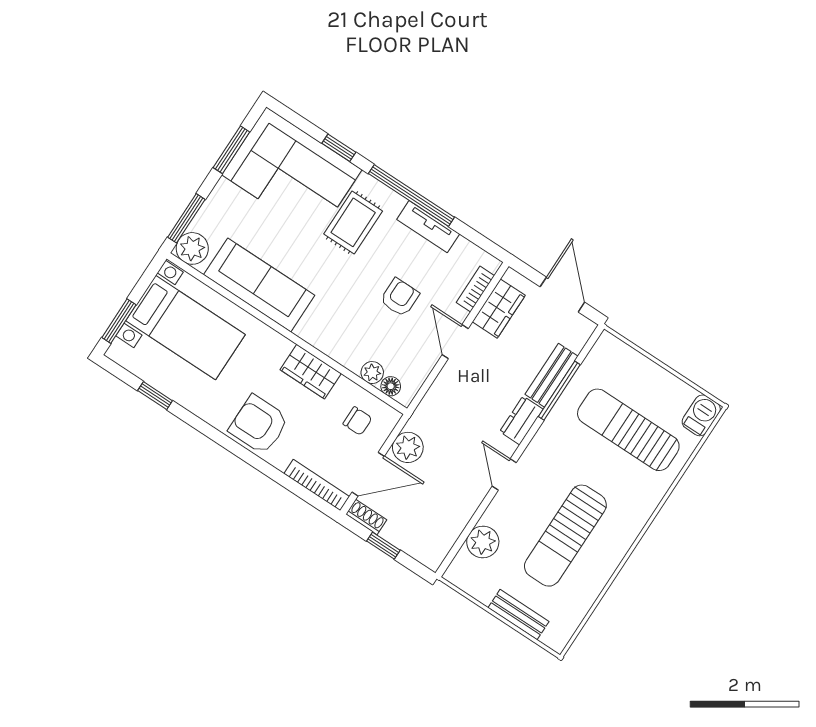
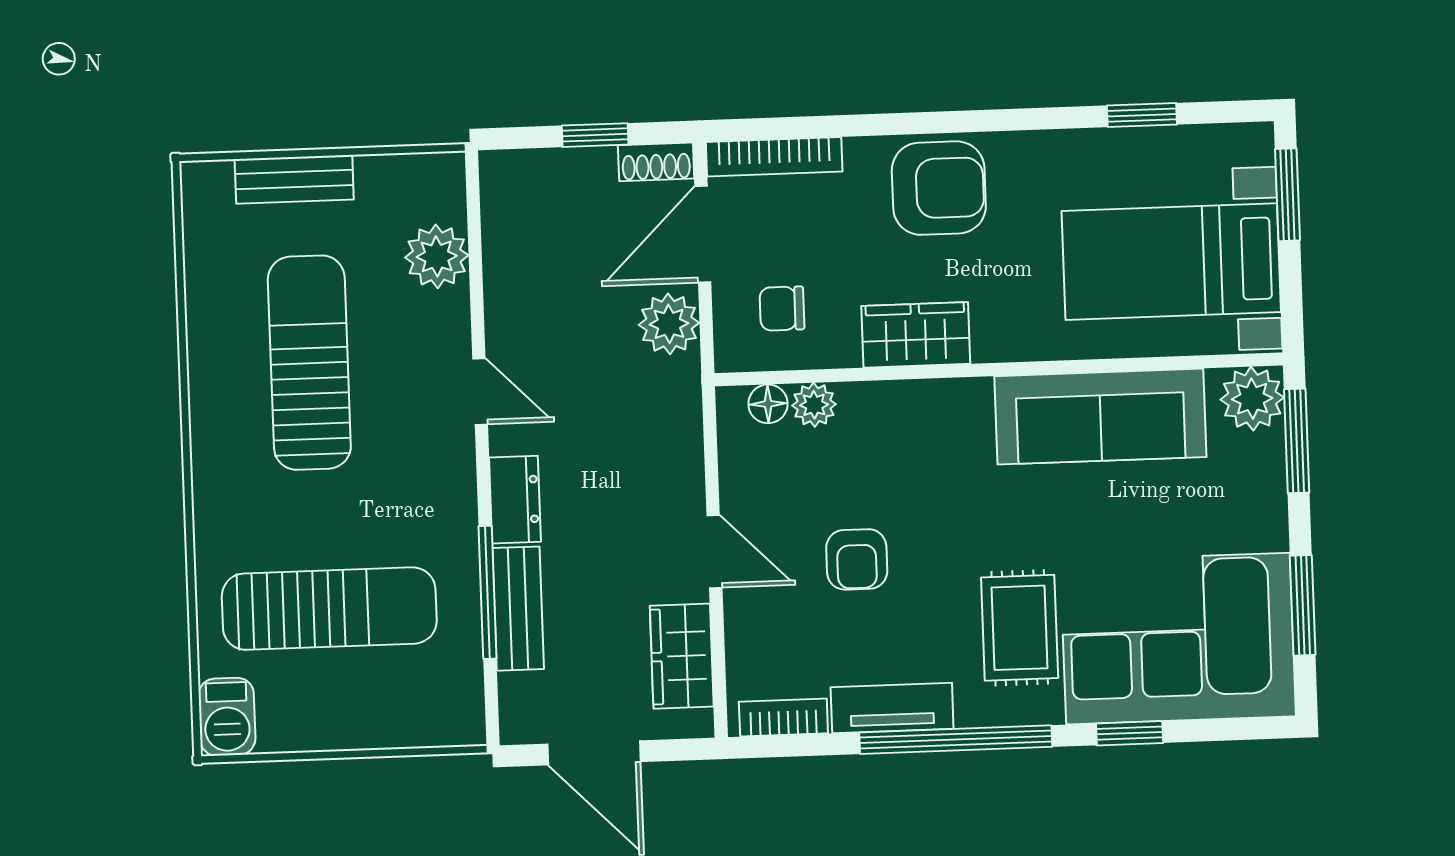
bookcase: (475, 289) -> (783, 718), moved, turned -90

